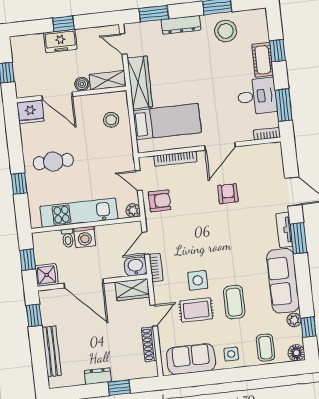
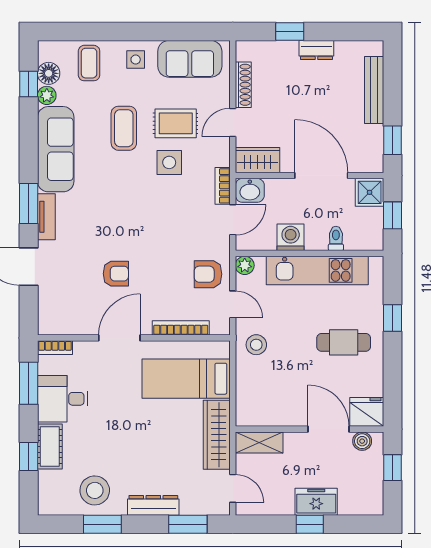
boiler: (82, 84) -> (362, 441), moved
stool: (111, 120) -> (256, 345), moved
armchair: (228, 194) -> (116, 274), turned -90
washing machine: (85, 237) -> (291, 237), moved
floor lamp: (296, 353) -> (49, 73), moved

